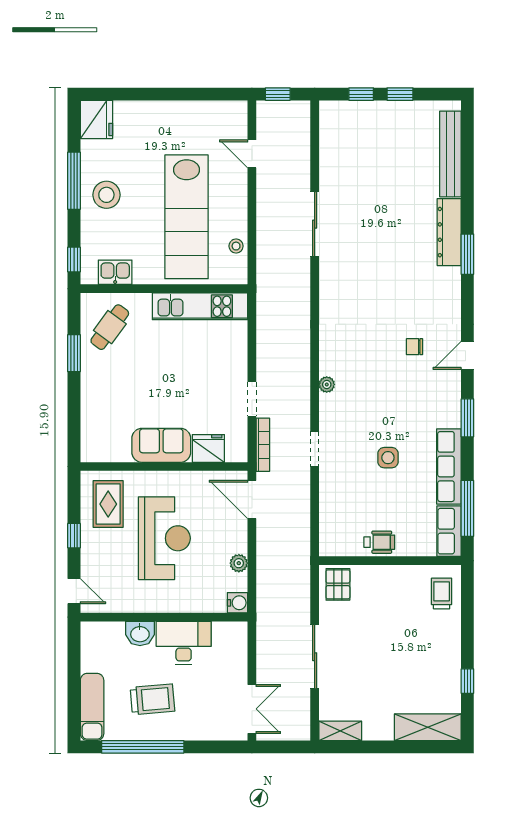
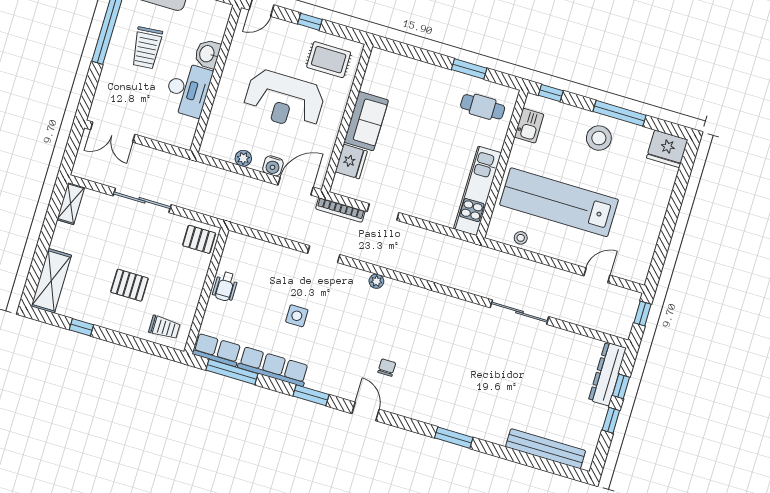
dresser: (449, 232) -> (607, 374), moved, turned -90
cafe table: (110, 327) -> (483, 107), turned -36
water cooler: (238, 603) -> (273, 166), moved
pallet: (408, 643) -> (129, 285), added

